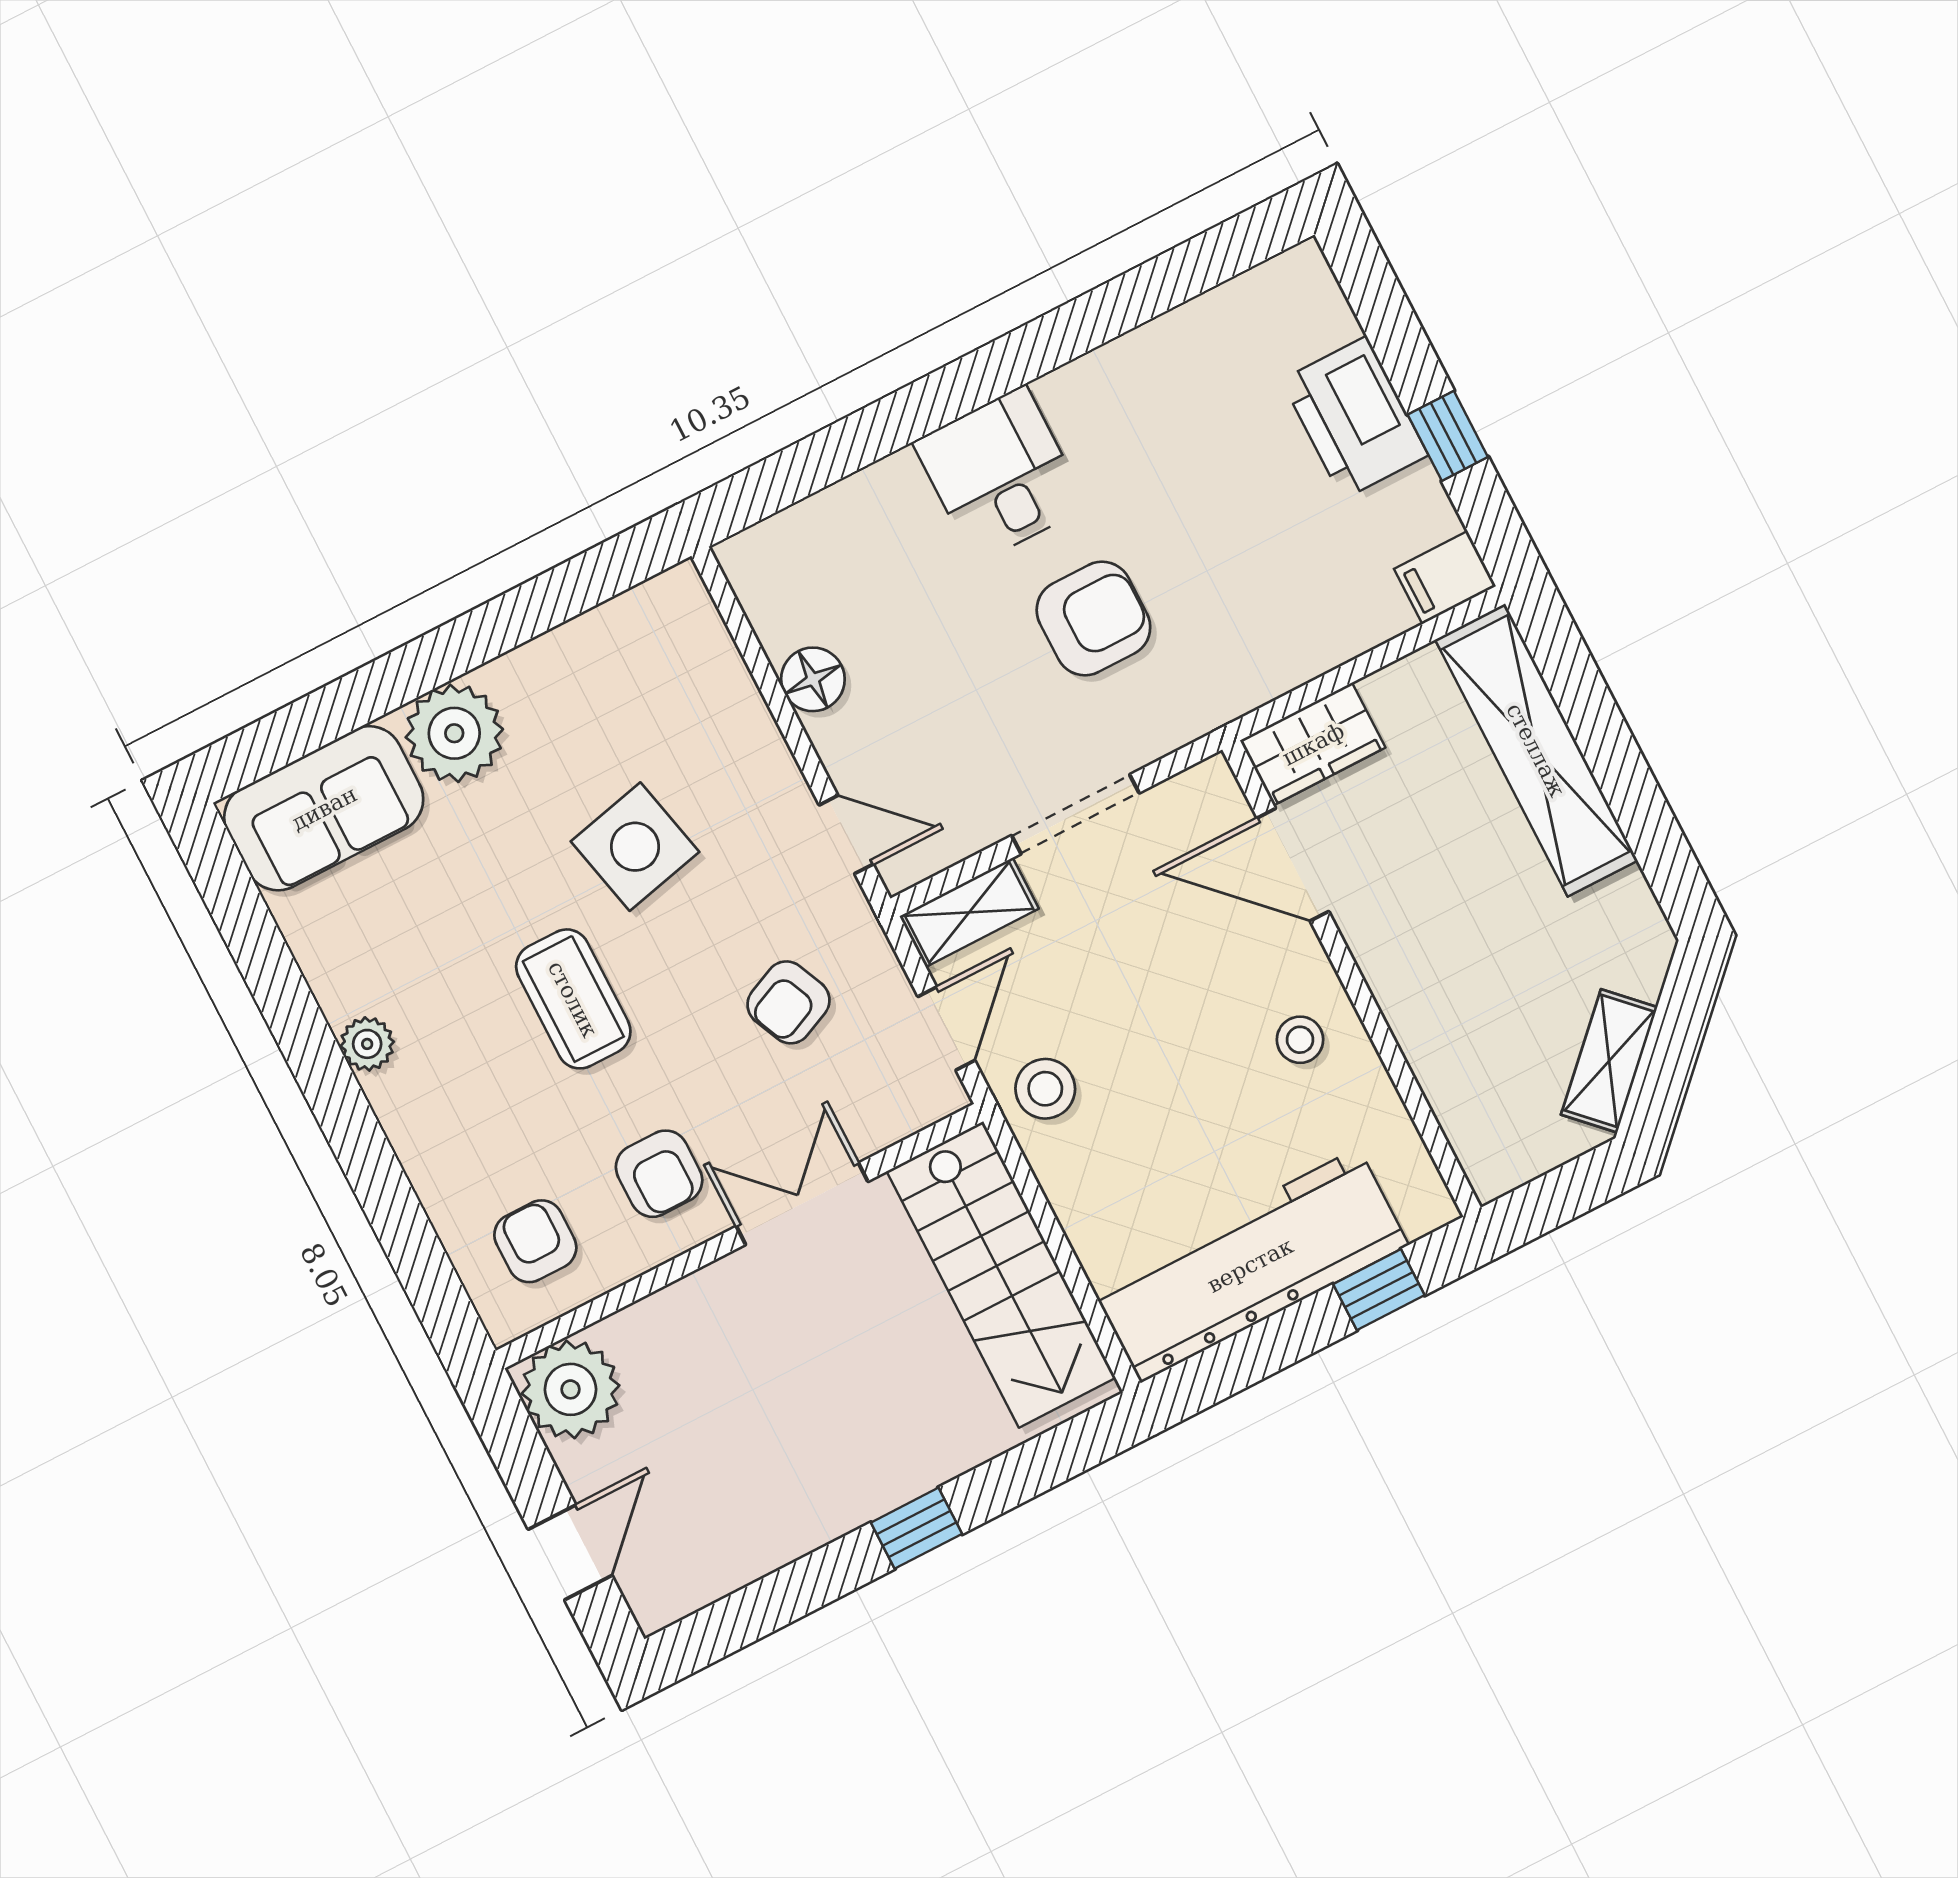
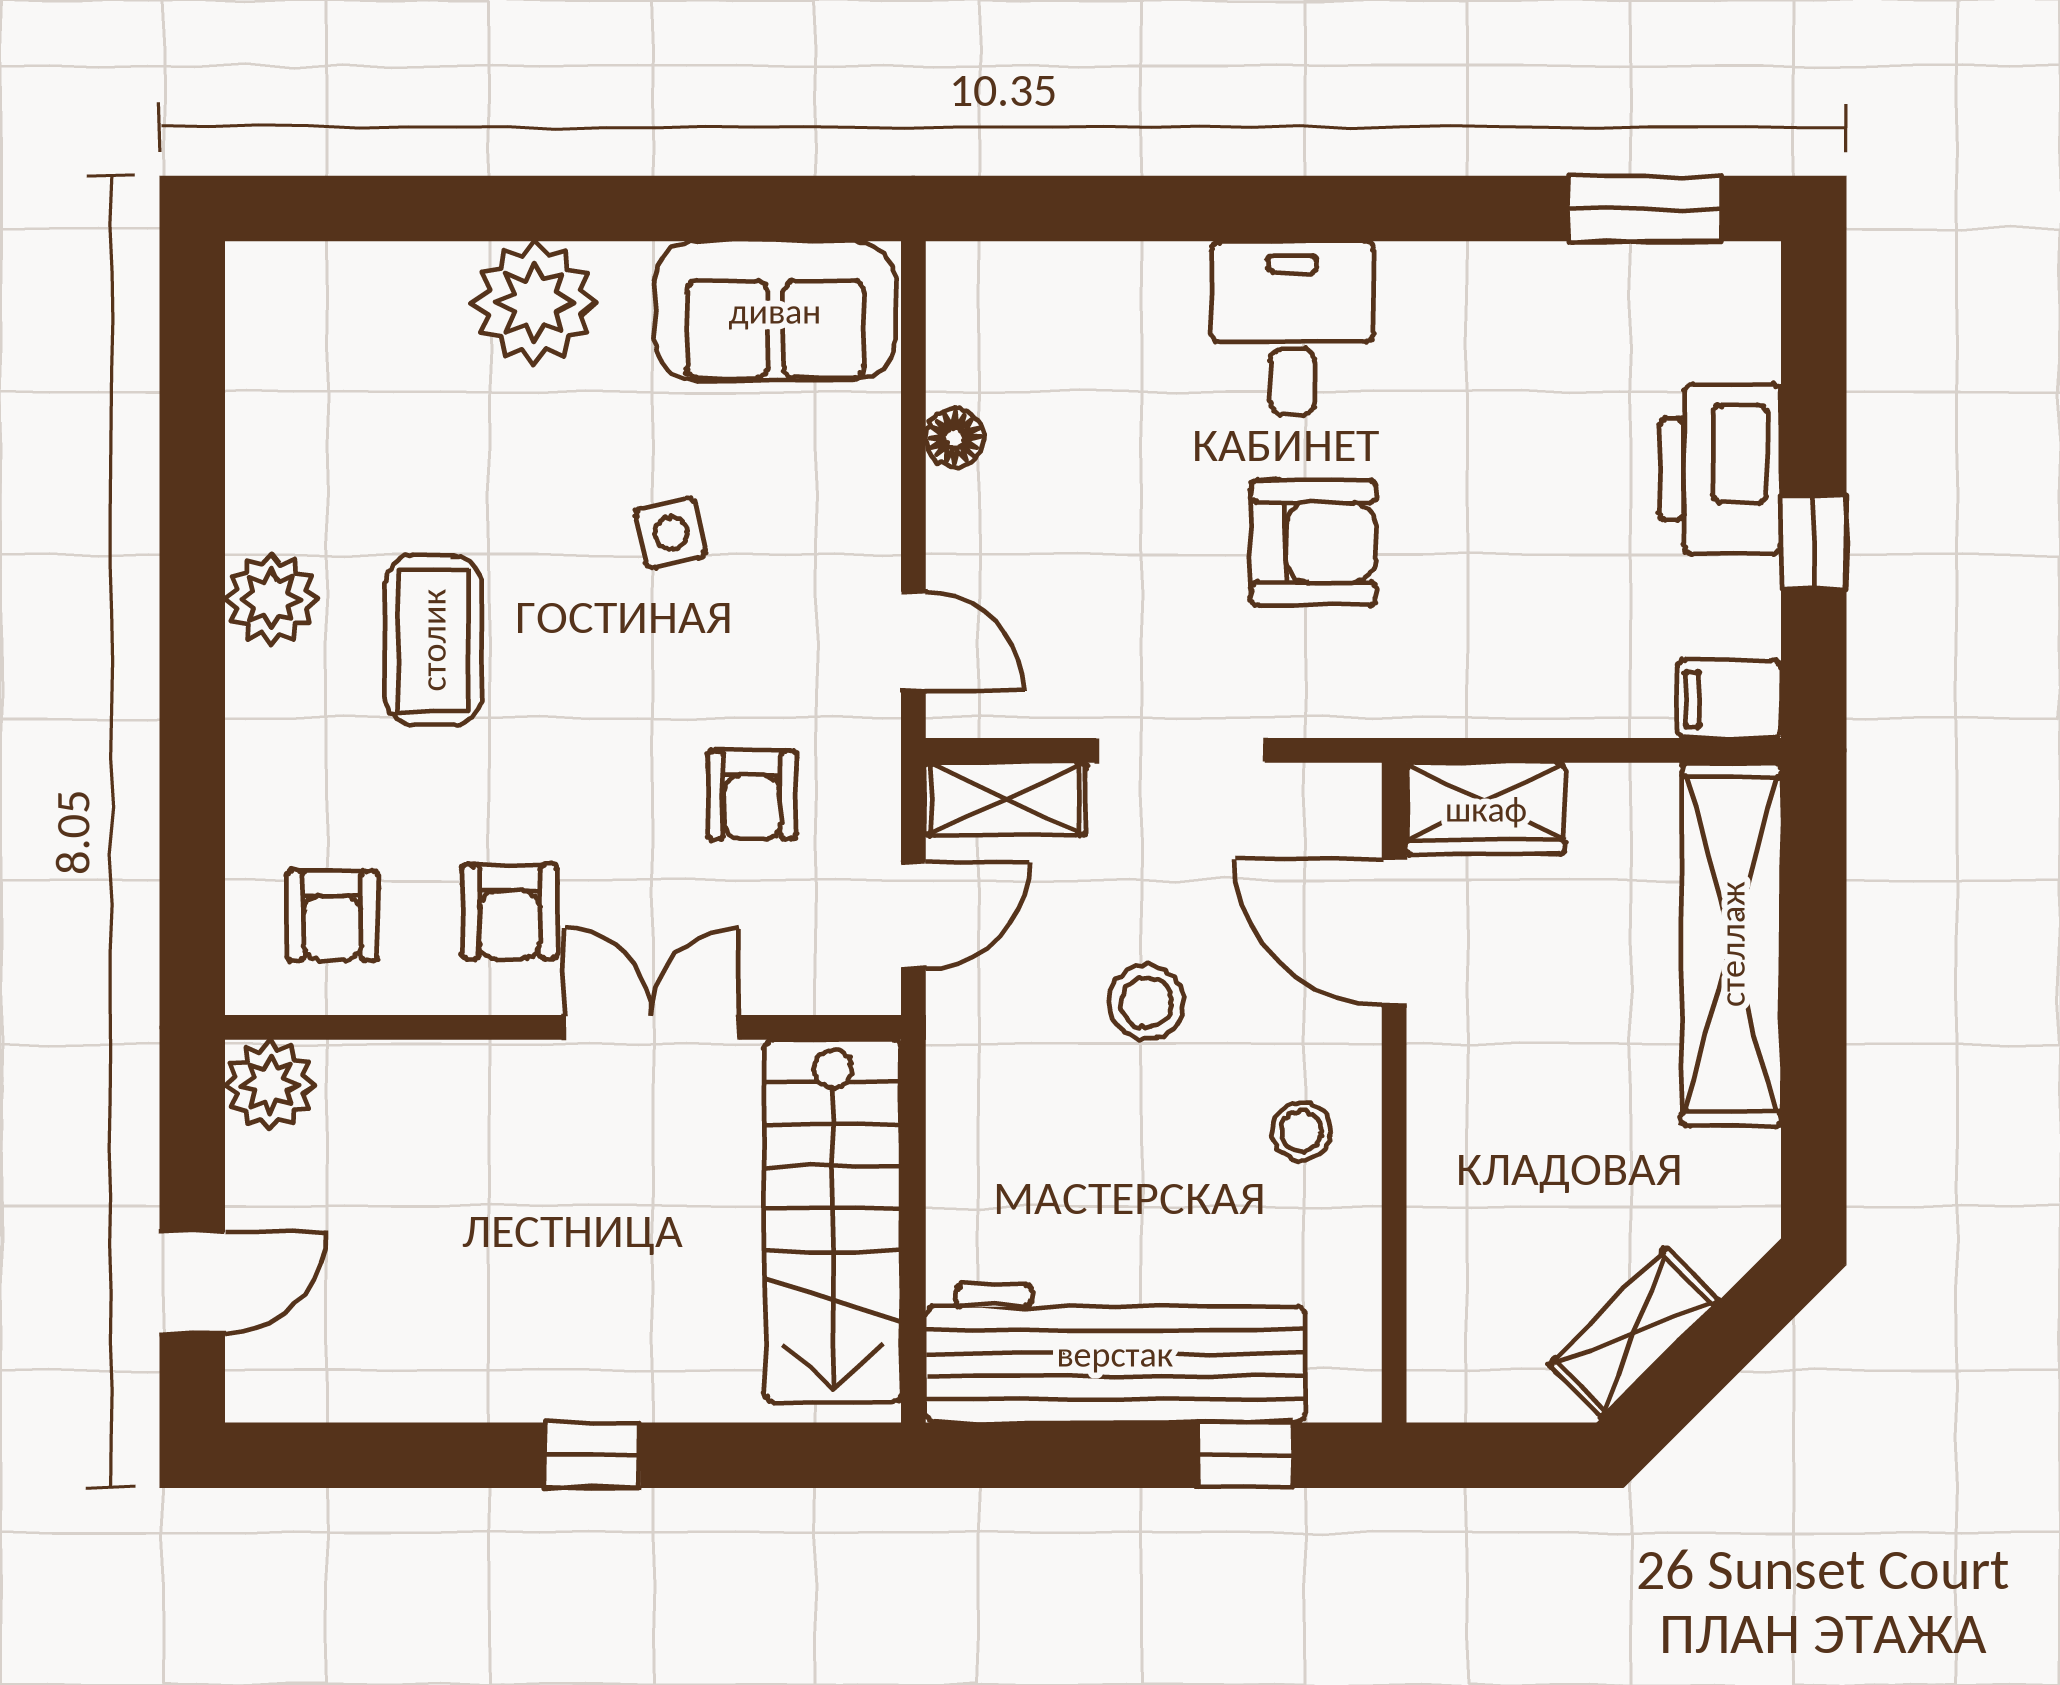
window: (1206, 261) -> (1645, 209), added
floor lamp: (813, 679) -> (955, 438), width x0.73, depth x0.73
sofa: (324, 808) -> (775, 311), moved
side table: (635, 847) -> (671, 533), width x0.54, depth x0.54
coffee table: (573, 999) -> (433, 640), moved
armchair: (789, 1002) -> (752, 795), turned -66
plant: (367, 1044) -> (271, 599), width x1.38, depth x1.38
stool: (1045, 1089) -> (1147, 1002), moved
armchair: (535, 1241) -> (333, 916), turned 180
plant: (570, 1389) -> (270, 1085), width x0.73, depth x0.73

